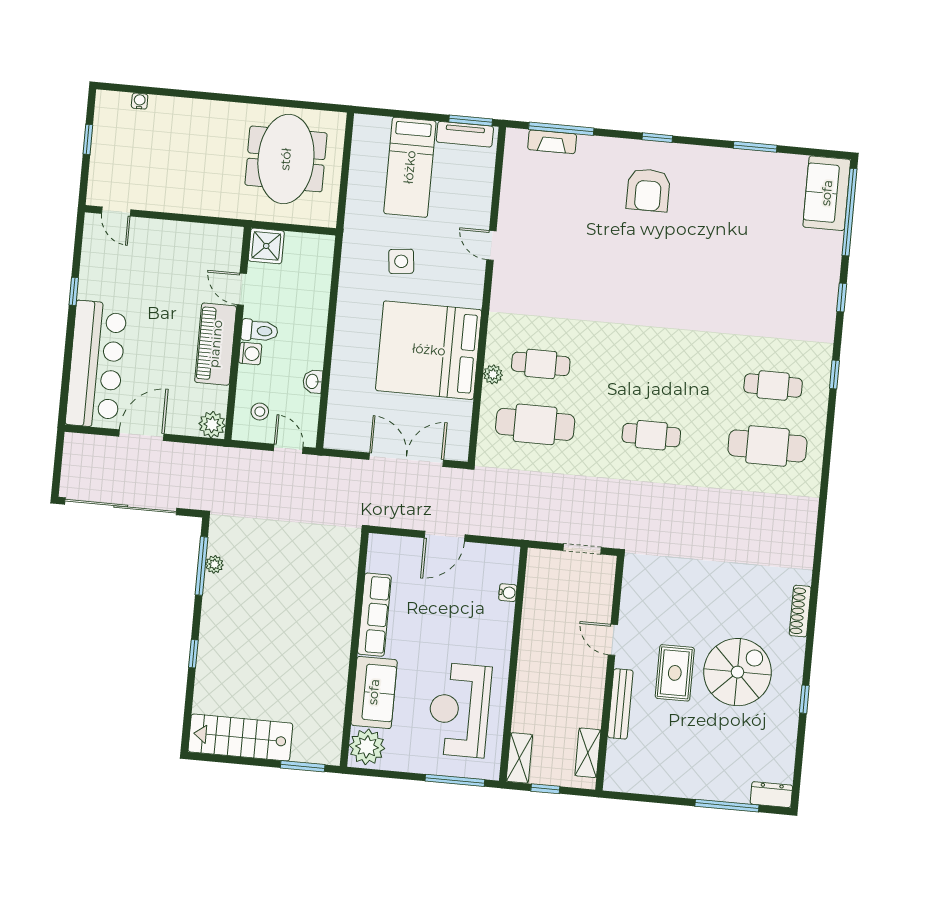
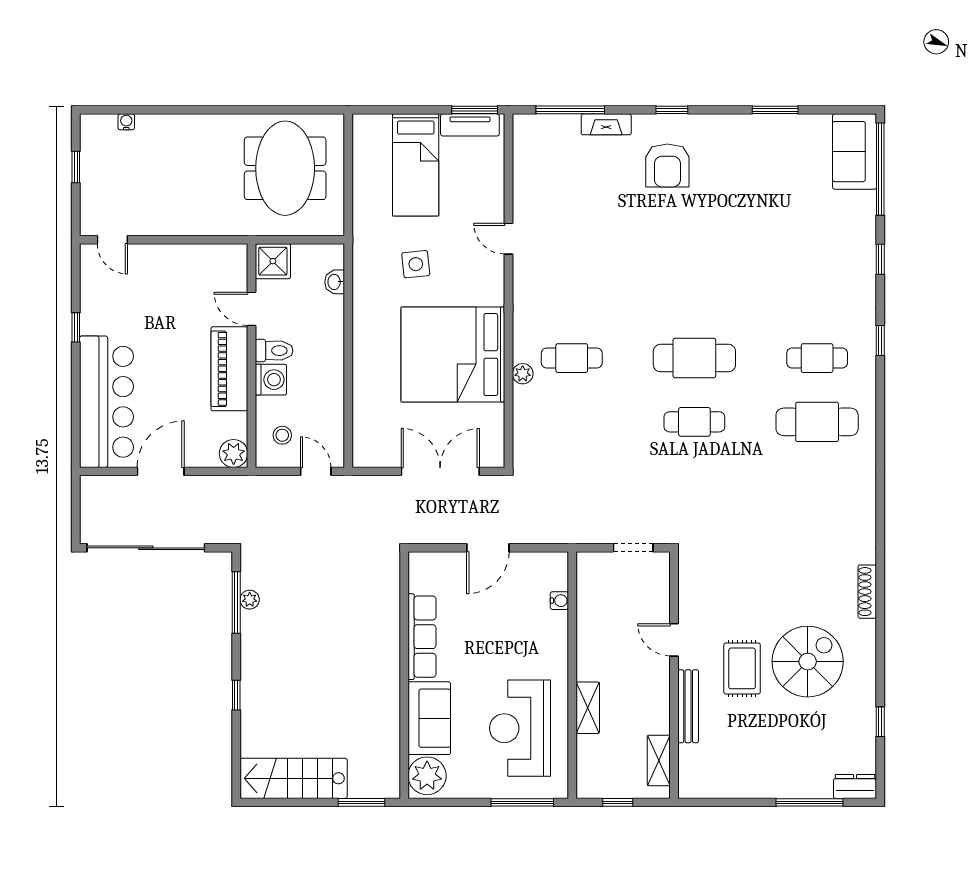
fireplace: (552, 142) -> (606, 124), moved
washing machine: (250, 353) -> (271, 380), width x1.38, depth x1.38
washbasin: (313, 381) -> (335, 282), moved
cafe table: (535, 424) -> (694, 358), moved
window: (804, 699) -> (880, 722), moved
shelving: (519, 758) -> (588, 708), moved

